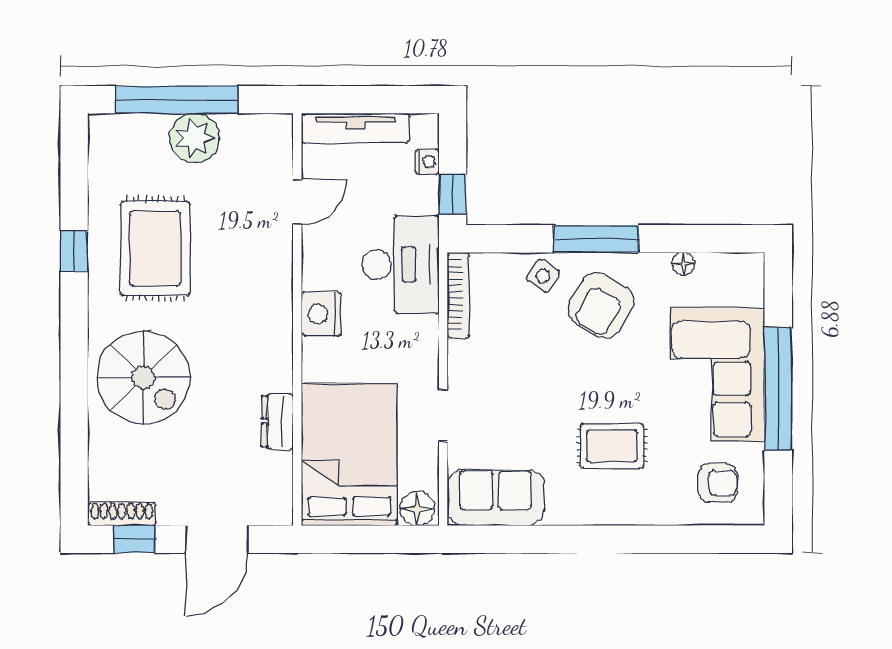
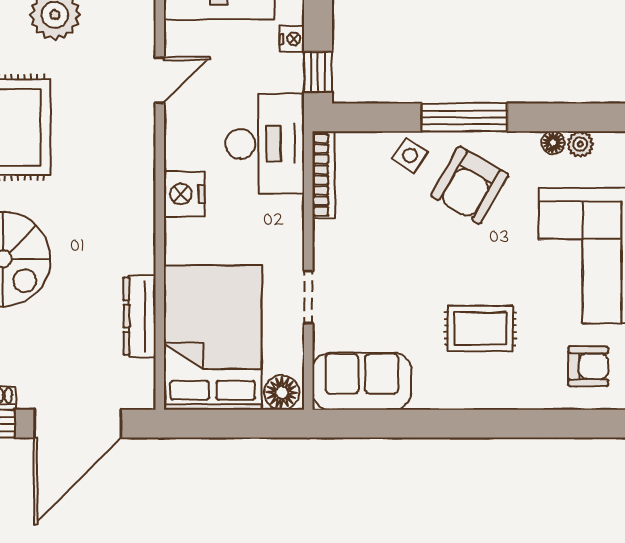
plant: (710, 265) -> (580, 144), added
dresser: (278, 421) -> (140, 316), width x1.44
door: (217, 539) -> (78, 424), width x1.36

